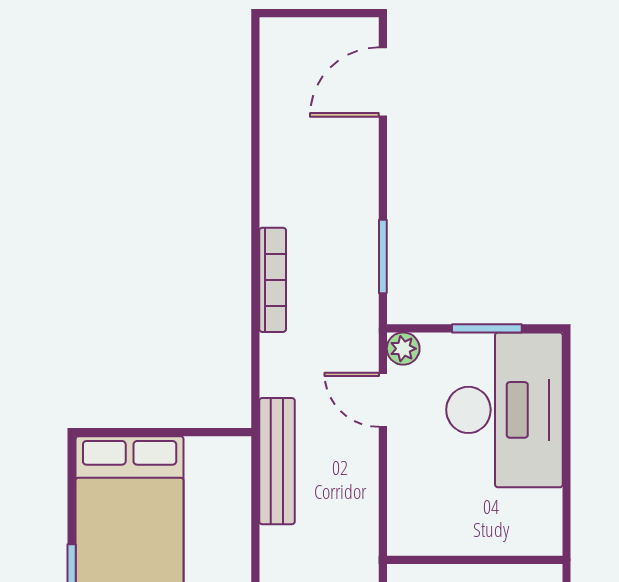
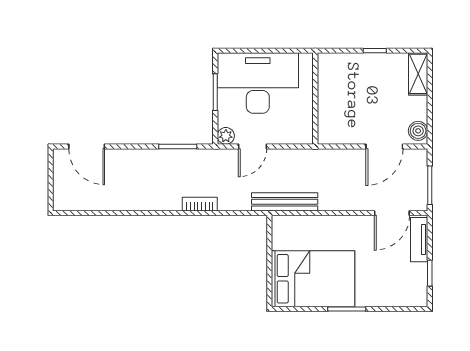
bookcase: (273, 280) -> (200, 204), width x0.64
wall: (475, 560) -> (315, 99), moved

